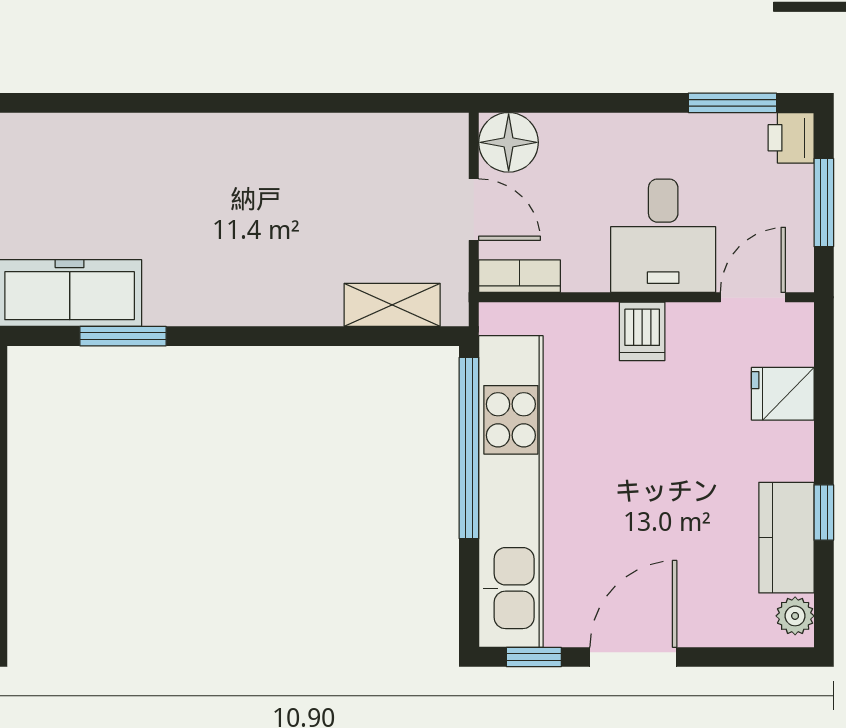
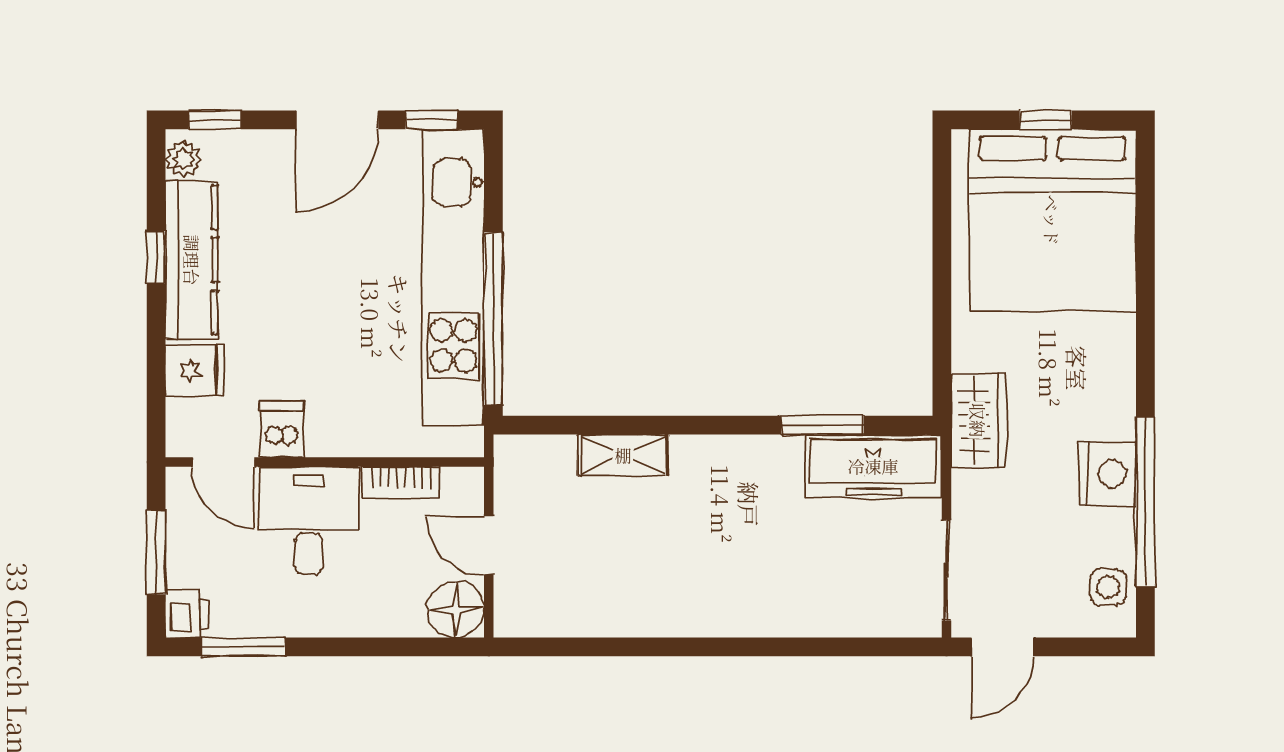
bookcase: (519, 276) -> (401, 482), moved
door: (753, 297) -> (223, 462), hinge flipped
shelving: (392, 305) -> (623, 455), moved
dishwasher: (642, 331) -> (282, 430), moved
kitchen counter: (786, 538) -> (192, 260), width x1.50
window: (762, 657) -> (215, 120), added

